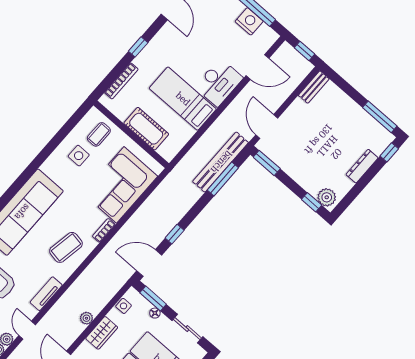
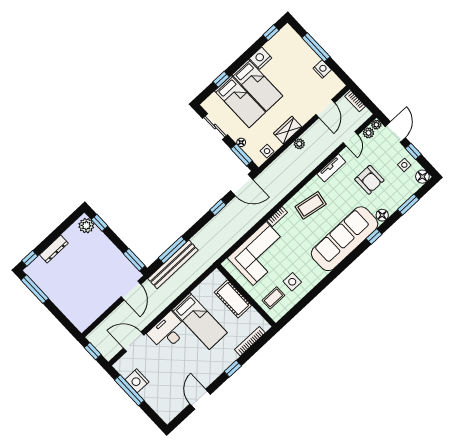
bench: (314, 87) -> (88, 320), removed

